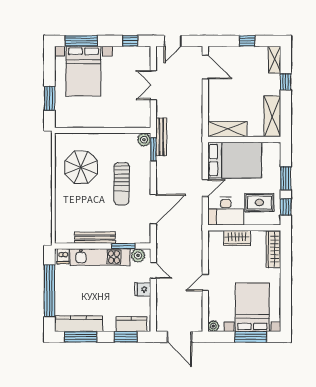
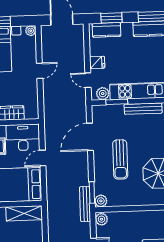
plant: (144, 120) -> (101, 219), added
sun lounger: (122, 184) -> (120, 159), turned 180

